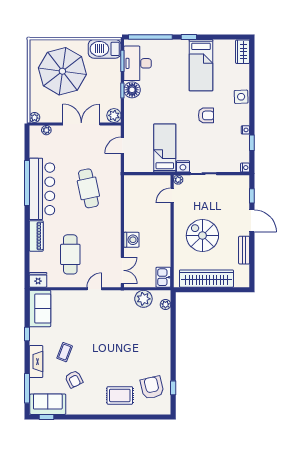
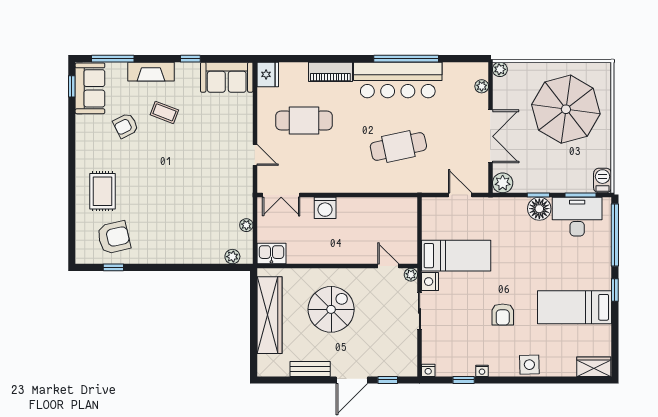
barbecue: (105, 49) -> (603, 181), width x0.53, depth x0.65
plant: (143, 299) -> (246, 225), width x0.53, depth x0.53

